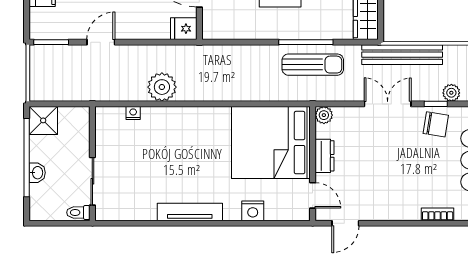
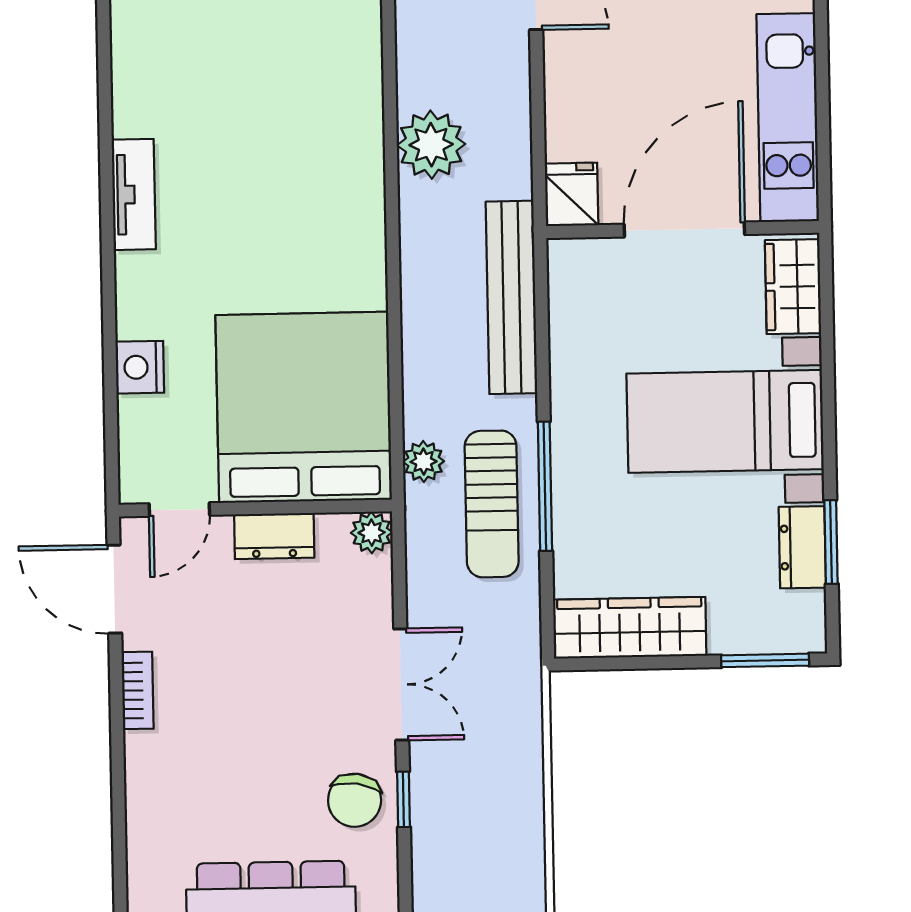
bench: (402, 55) -> (511, 297), moved
plant: (451, 93) -> (424, 462), moved
nightstand: (133, 113) -> (368, 77), removed
tv unit: (190, 212) -> (134, 194), width x0.71
bookcase: (438, 214) -> (138, 690), moved
door: (345, 223) -> (114, 589), width x1.38

